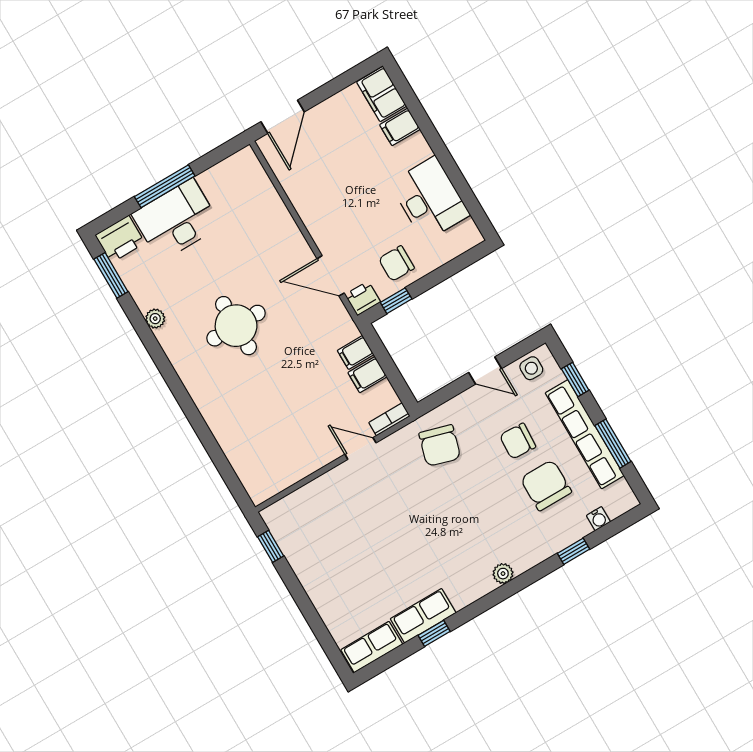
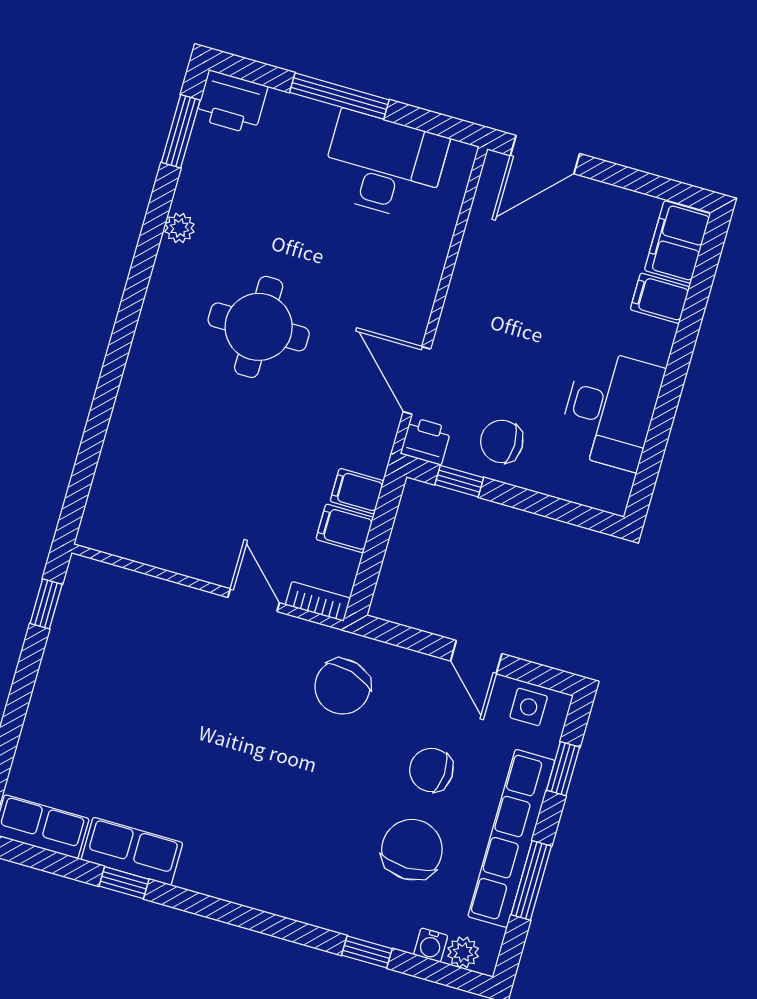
desk: (176, 220) -> (384, 166), moved
plant: (503, 574) -> (463, 952), moved

